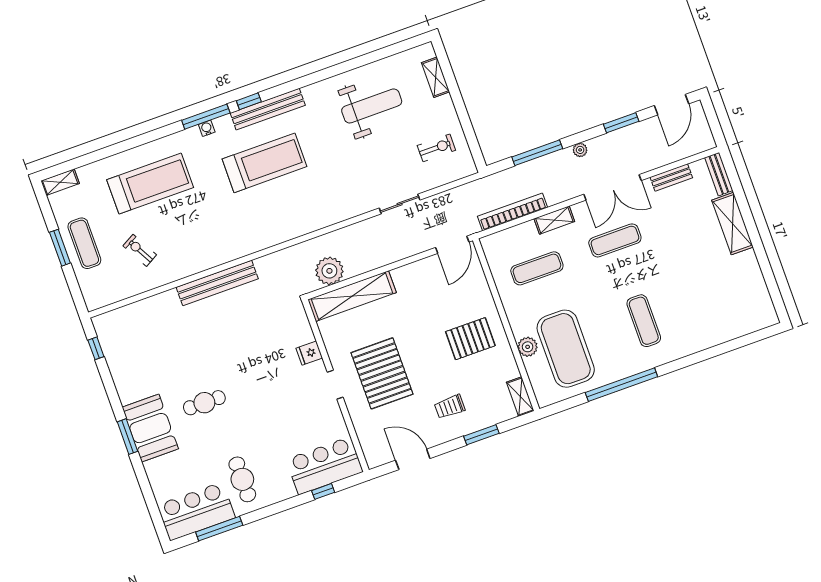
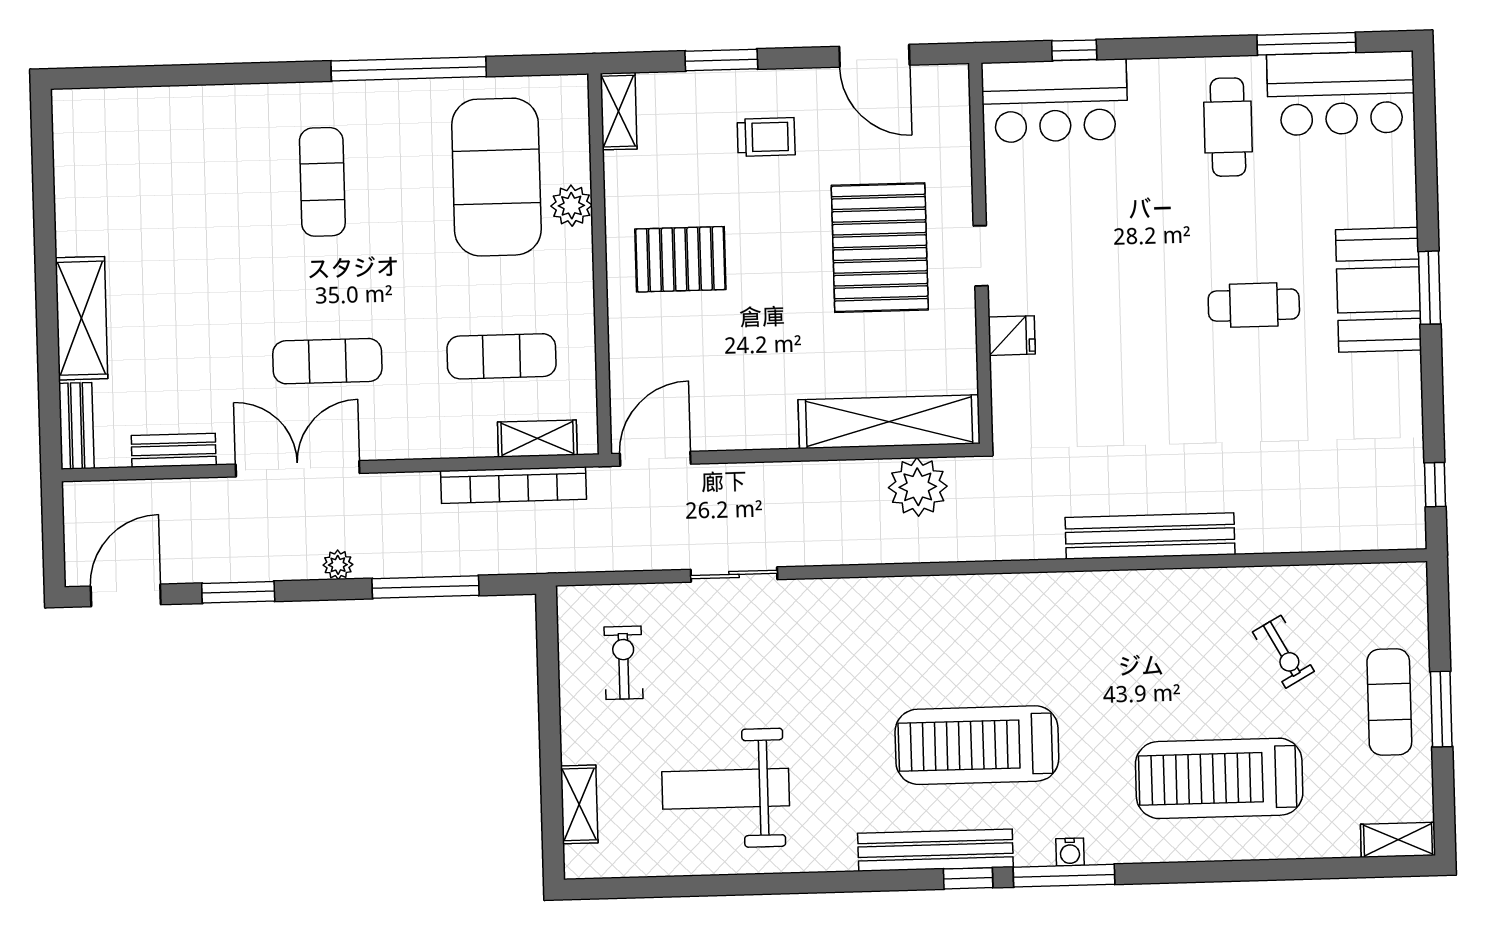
exercise bike: (436, 148) -> (624, 663), turned 90
shelving: (554, 220) -> (537, 439), moved

